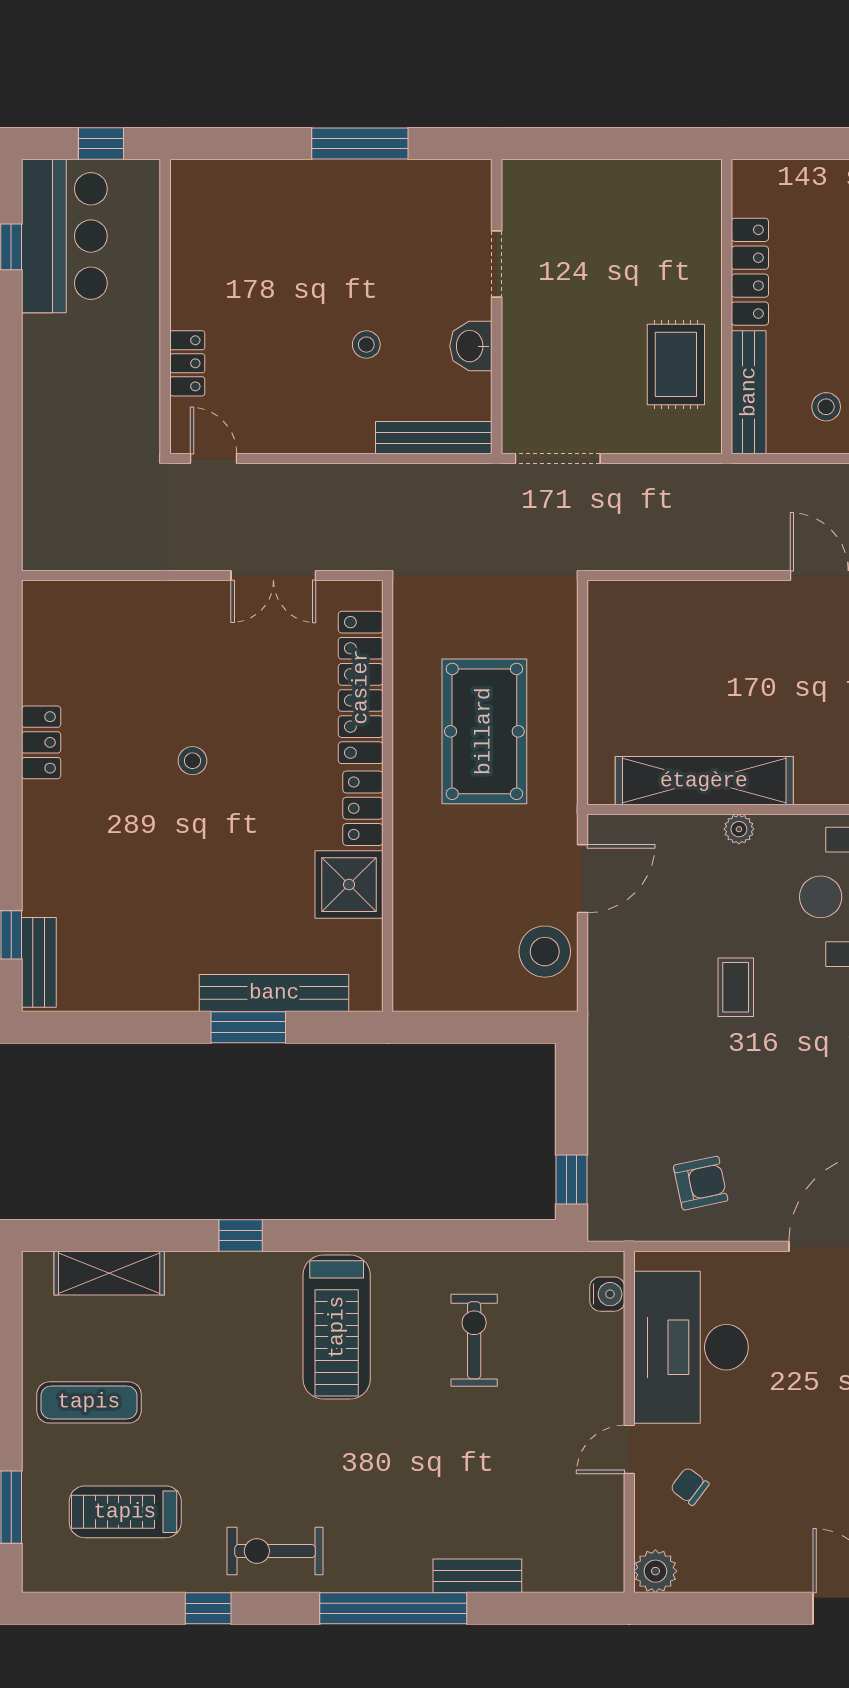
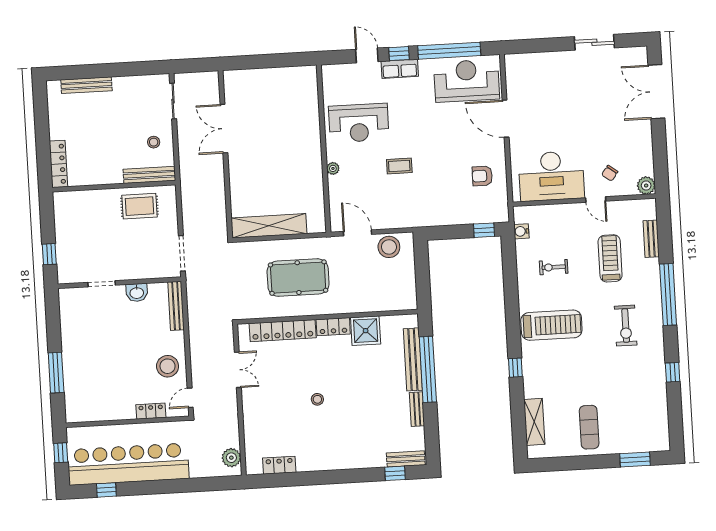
window: (360, 143) -> (56, 373), moved
window: (574, 143) -> (49, 254), added
bar counter: (64, 236) -> (128, 464), width x1.86
locker: (750, 272) -> (58, 164), moved, turned 90
stool: (366, 345) -> (168, 366), moved, width x1.89, depth x1.89
plant: (66, 548) -> (231, 458), added
locker: (41, 742) -> (279, 465), moved
shelving: (704, 781) -> (269, 226), moved, turned 90
bench: (155, 996) -> (417, 409), added
window: (248, 1027) -> (428, 369), width x2.11
armchair: (701, 1183) -> (482, 176), turned -78
water cooler: (607, 1294) -> (521, 231), moved, turned -90
exercise bike: (474, 1340) -> (554, 267), width x0.73, depth x0.72
treadmill: (125, 1512) -> (610, 258), moved, turned 180
exercise bike: (275, 1551) -> (626, 326), moved
bench: (477, 1576) -> (651, 239), moved

